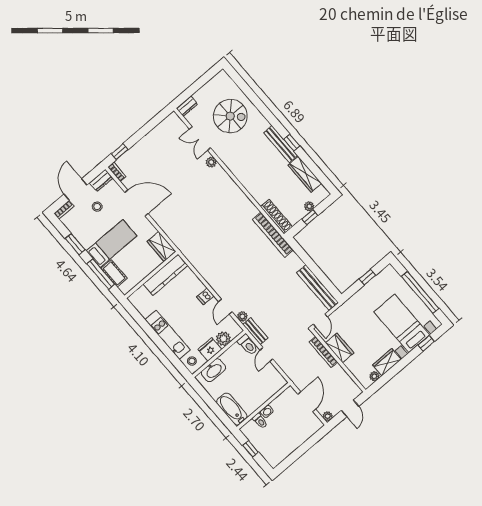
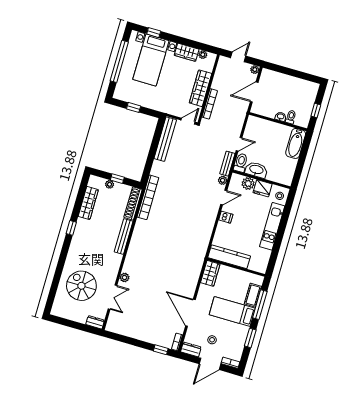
bench: (281, 144) -> (124, 236), moved
wardrobe: (340, 348) -> (200, 88), width x1.50
washbasin: (213, 370) -> (256, 170), moved

